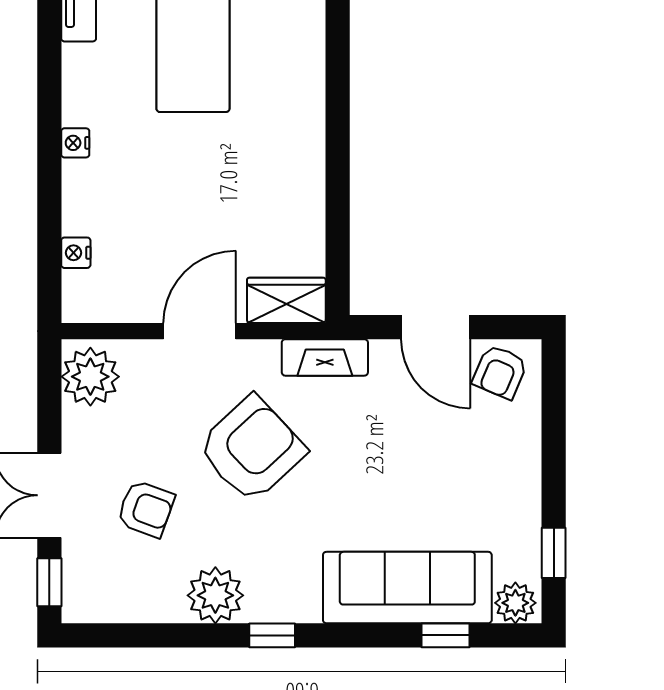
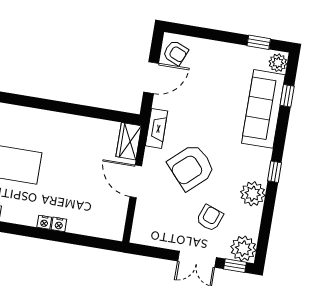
nightstand: (76, 253) -> (59, 224), moved
plant: (90, 377) -> (243, 248), moved
armchair: (252, 449) -> (191, 167), turned -89

